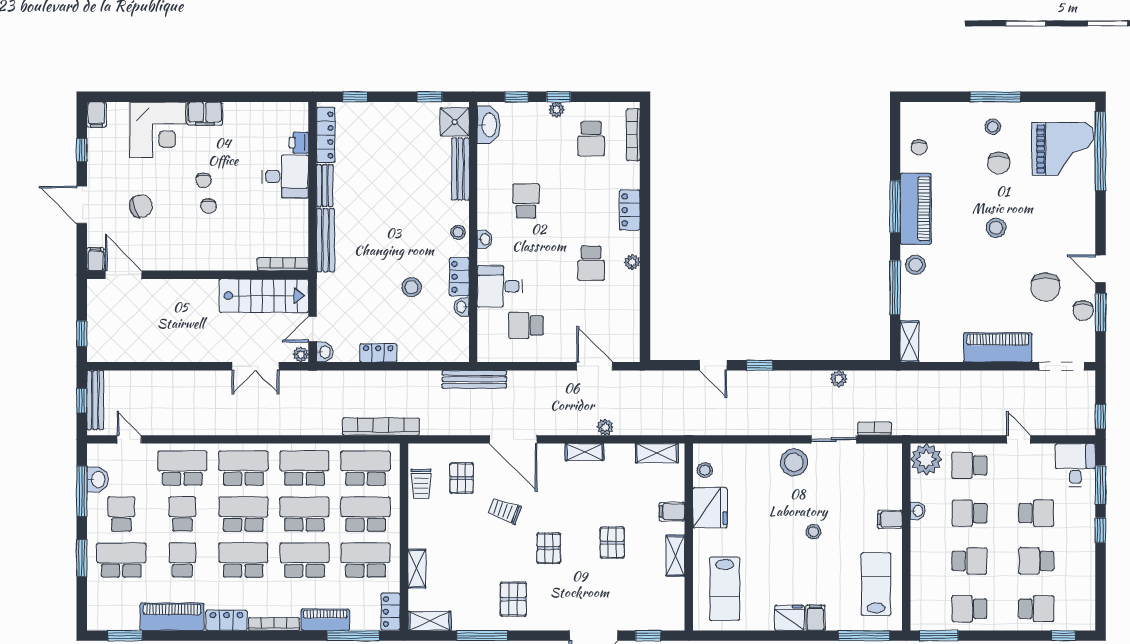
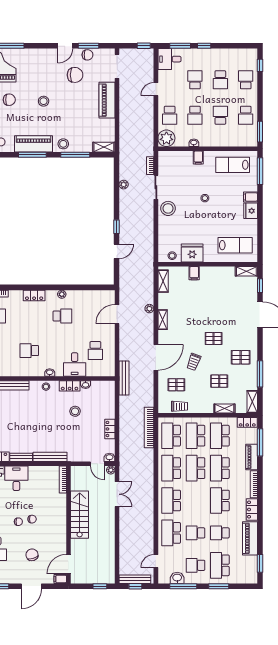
stairs: (264, 296) -> (80, 515), moved
school desk: (243, 514) -> (195, 501), removed
pallet: (612, 543) -> (219, 381), moved
shelving: (675, 556) -> (246, 271), moved

